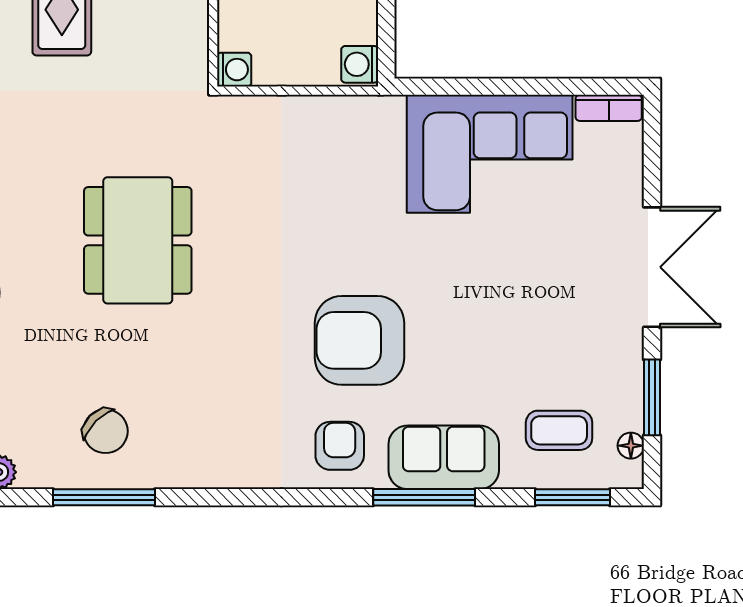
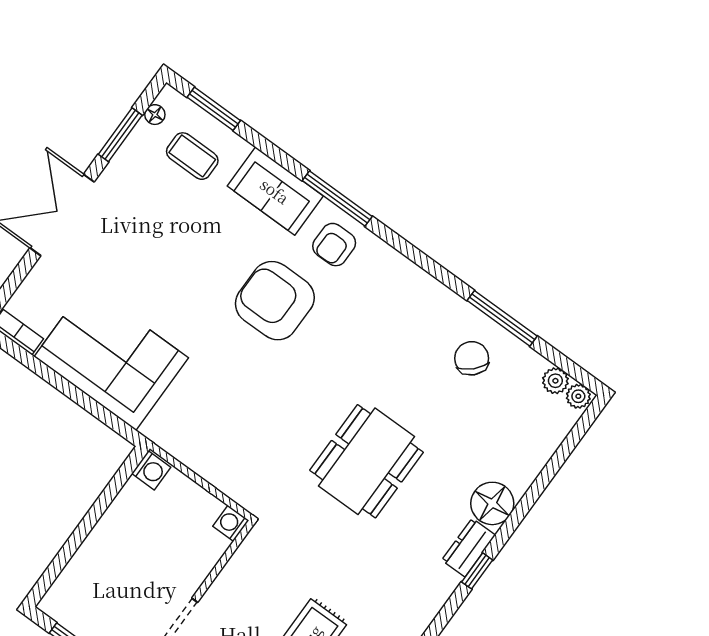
armchair: (360, 340) -> (275, 301), turned 180
window: (424, 497) -> (337, 199), moved

